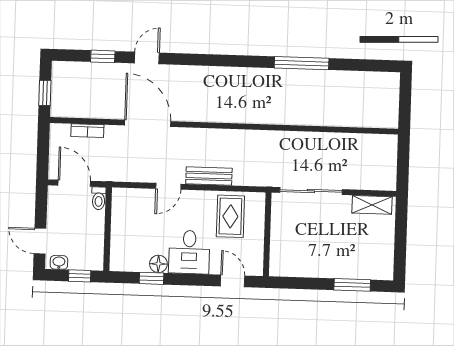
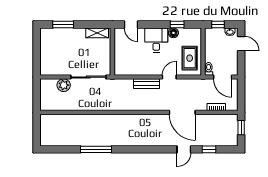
plant: (355, 178) -> (64, 85), added
shelving: (372, 205) -> (97, 33), moved
rug: (230, 216) -> (190, 58), moved

